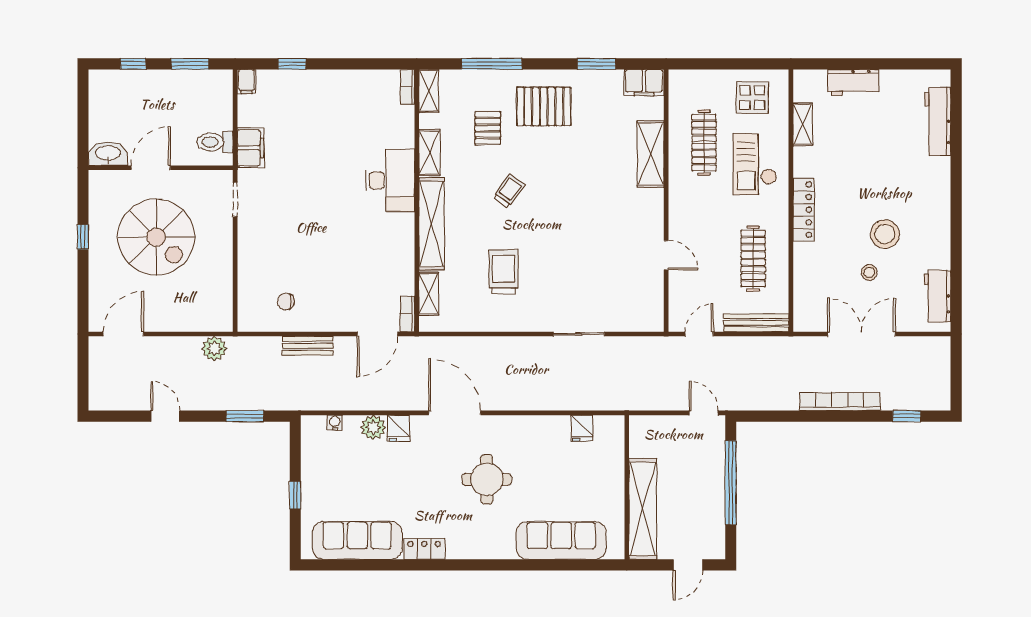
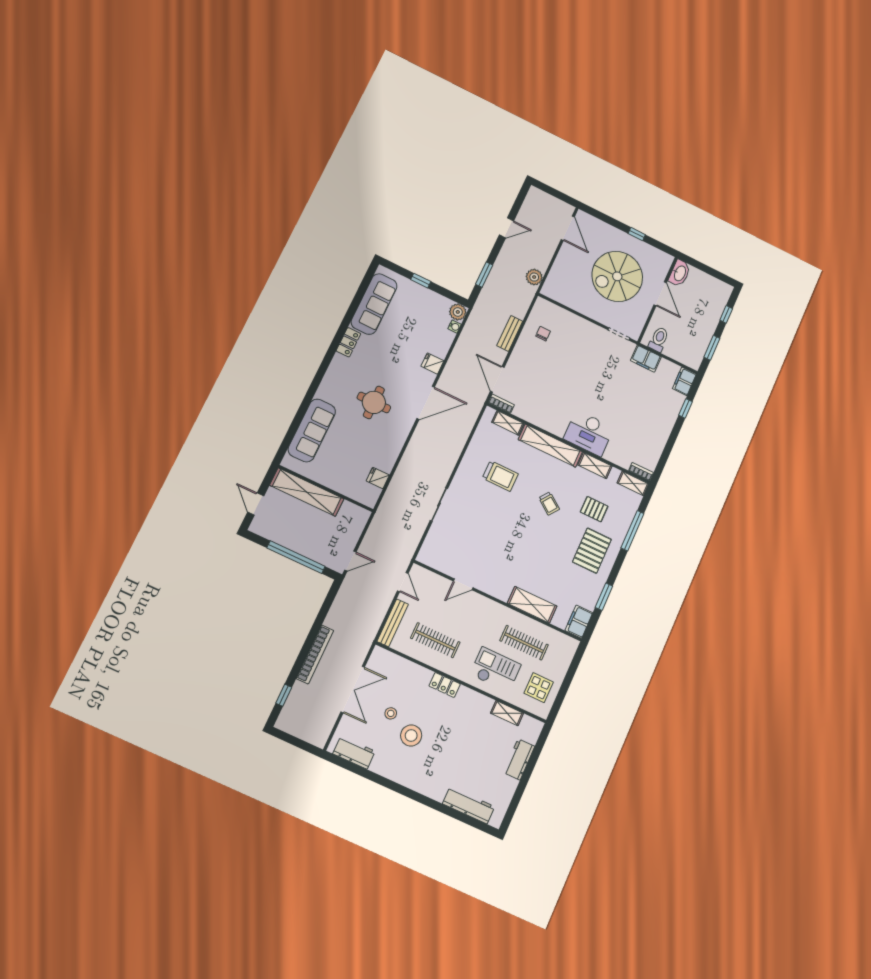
filing cabinet: (246, 81) -> (684, 381), width x2.00
locker: (804, 210) -> (445, 685), width x0.66
plant: (373, 427) -> (458, 312), moved

